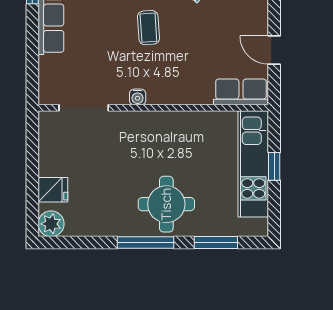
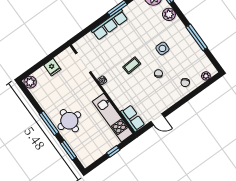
door: (274, 50) -> (158, 119), swing flipped
kitchen unit: (253, 164) -> (113, 118), moved, turned -90
fridge: (53, 190) -> (52, 67), moved

